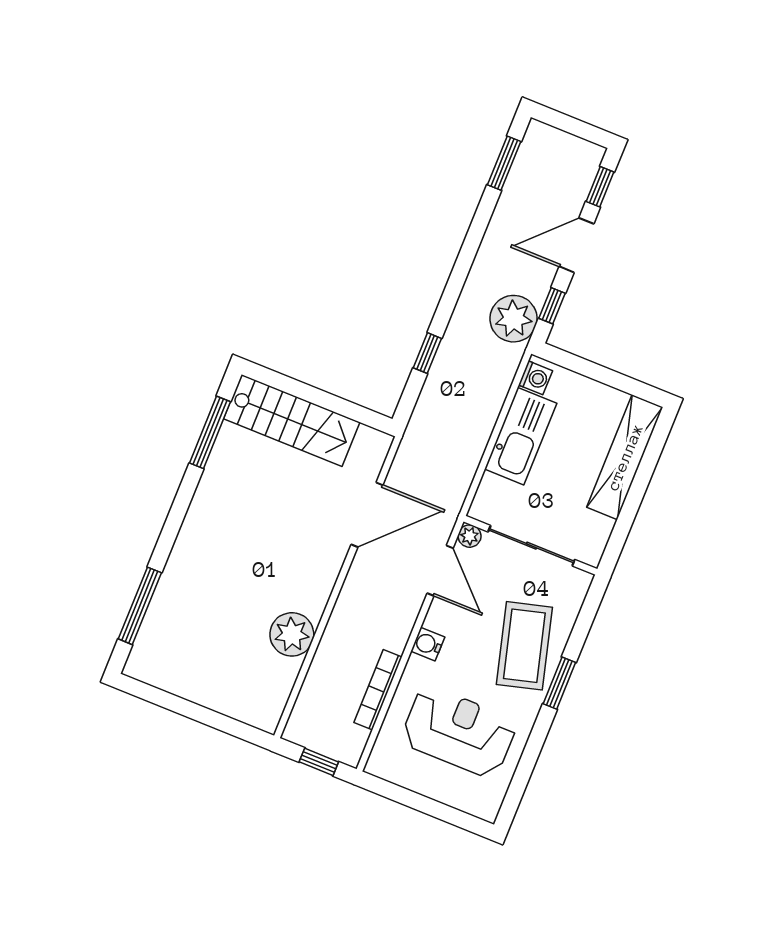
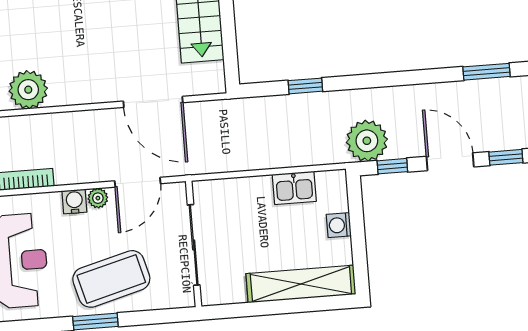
washing machine: (535, 378) -> (339, 225), moved, turned 90
kitchen sink: (521, 436) -> (294, 188), width x0.53, depth x0.81
plant: (470, 536) -> (98, 198), moved

